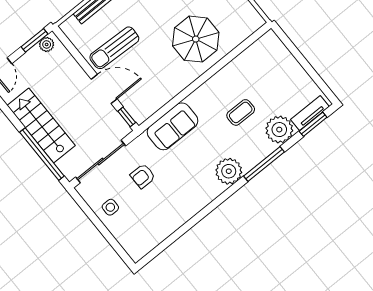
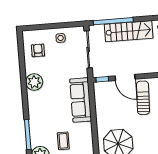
door: (104, 89) -> (125, 78), hinge flipped
sofa: (172, 126) -> (81, 100), width x1.36
plant: (229, 171) -> (34, 82), moved
armchair: (143, 176) -> (38, 50), moved

